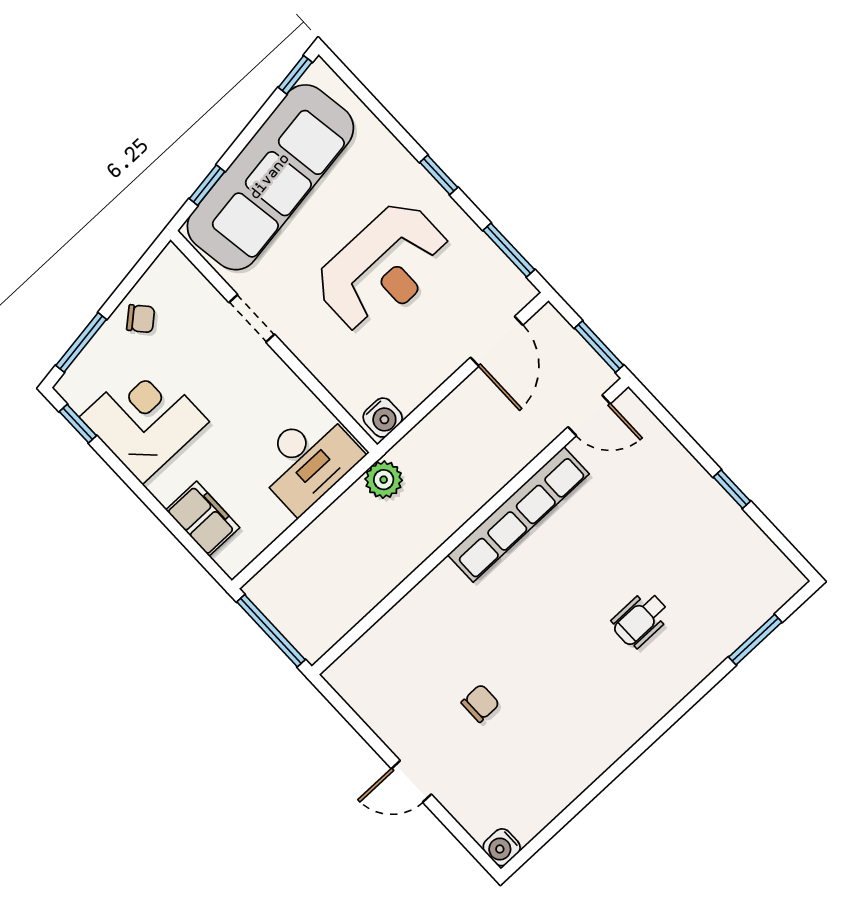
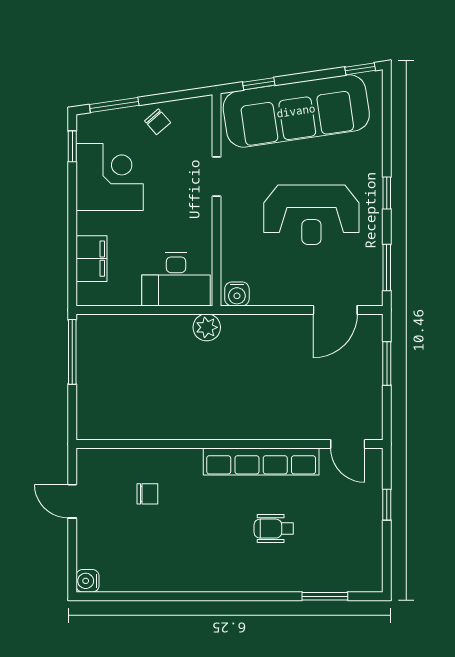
door: (589, 415) -> (348, 444), moved
row of seats: (518, 514) -> (261, 462), moved
wall: (470, 526) -> (229, 444), moved

